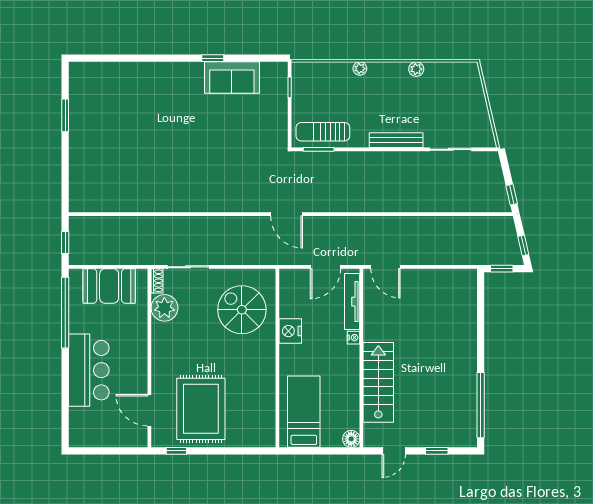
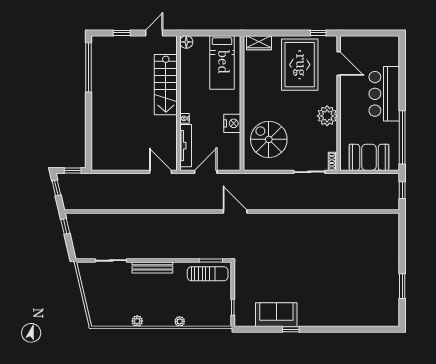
plant: (164, 308) -> (327, 116), moved
spiral stairs: (242, 310) -> (269, 139), turned 180
wardrobe: (255, 438) -> (259, 43), added

